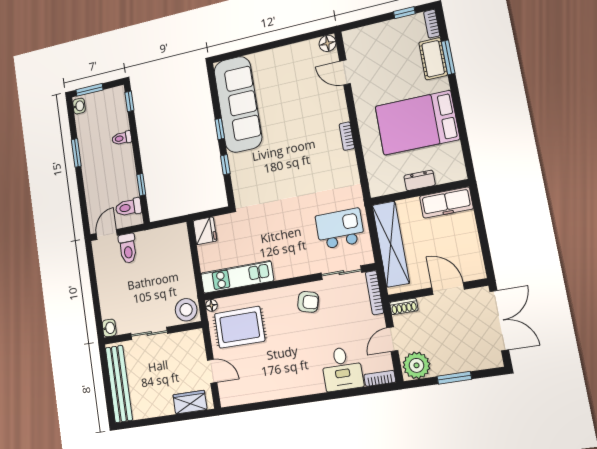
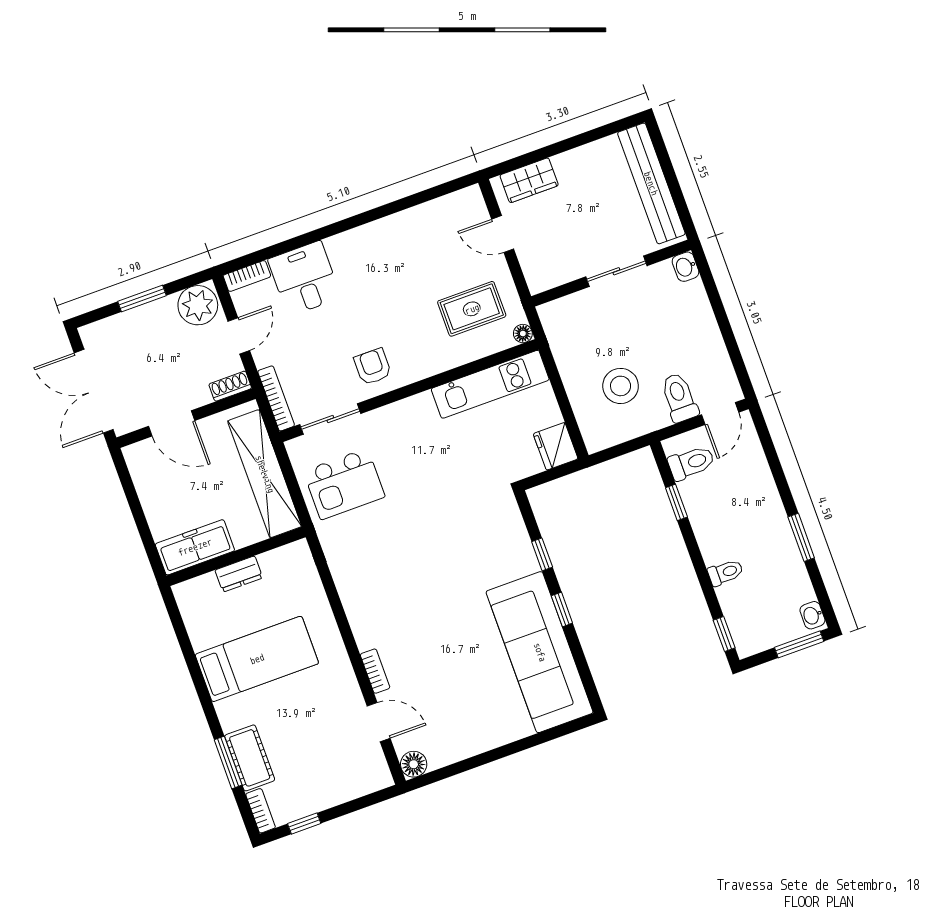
bed: (417, 123) -> (257, 659), width x0.67
bookcase: (347, 136) -> (375, 671), moved
armchair: (308, 302) -> (373, 367), turned 75
stool: (186, 310) -> (621, 386), moved
rug: (240, 327) -> (472, 309), width x0.73, depth x0.70

